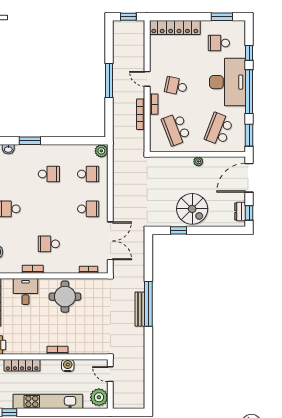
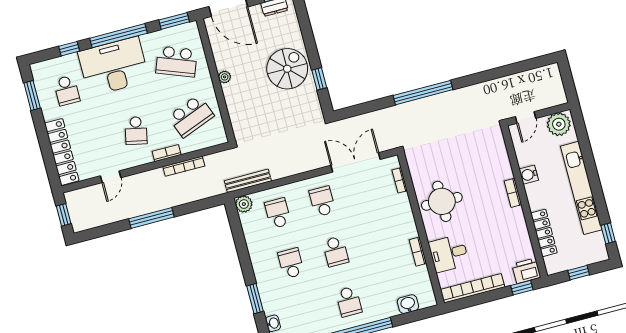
door: (147, 79) -> (111, 177), moved
school desk: (49, 244) -> (336, 251), moved
bench: (140, 309) -> (248, 181), moved

